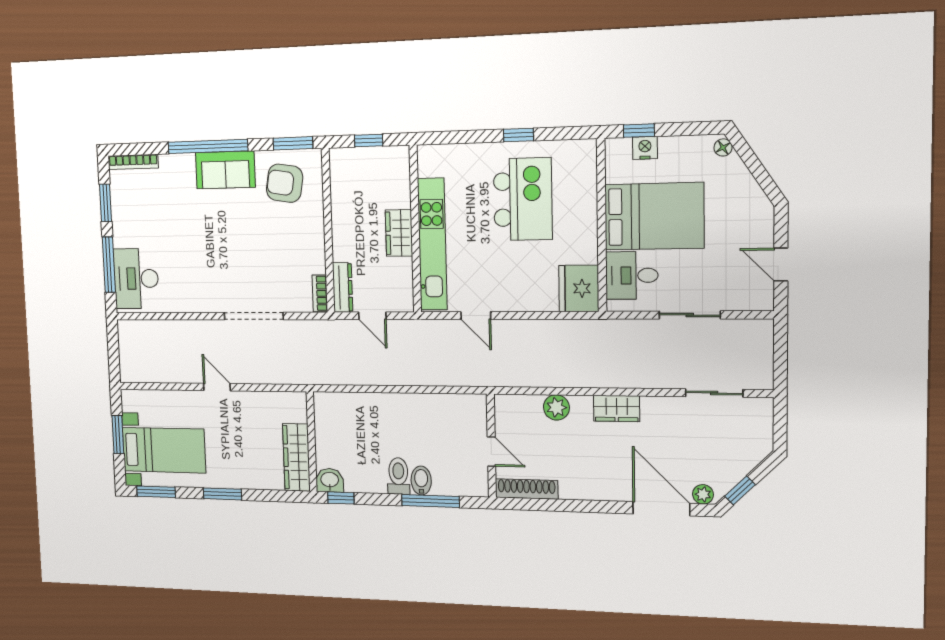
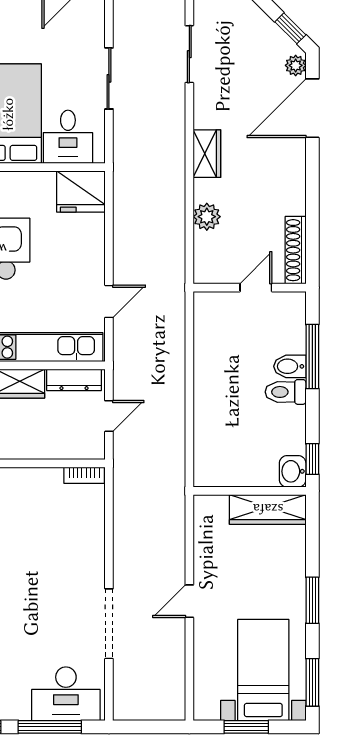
dresser: (343, 287) -> (74, 380), moved, turned 180
doorway: (254, 316) -> (109, 624), moved

